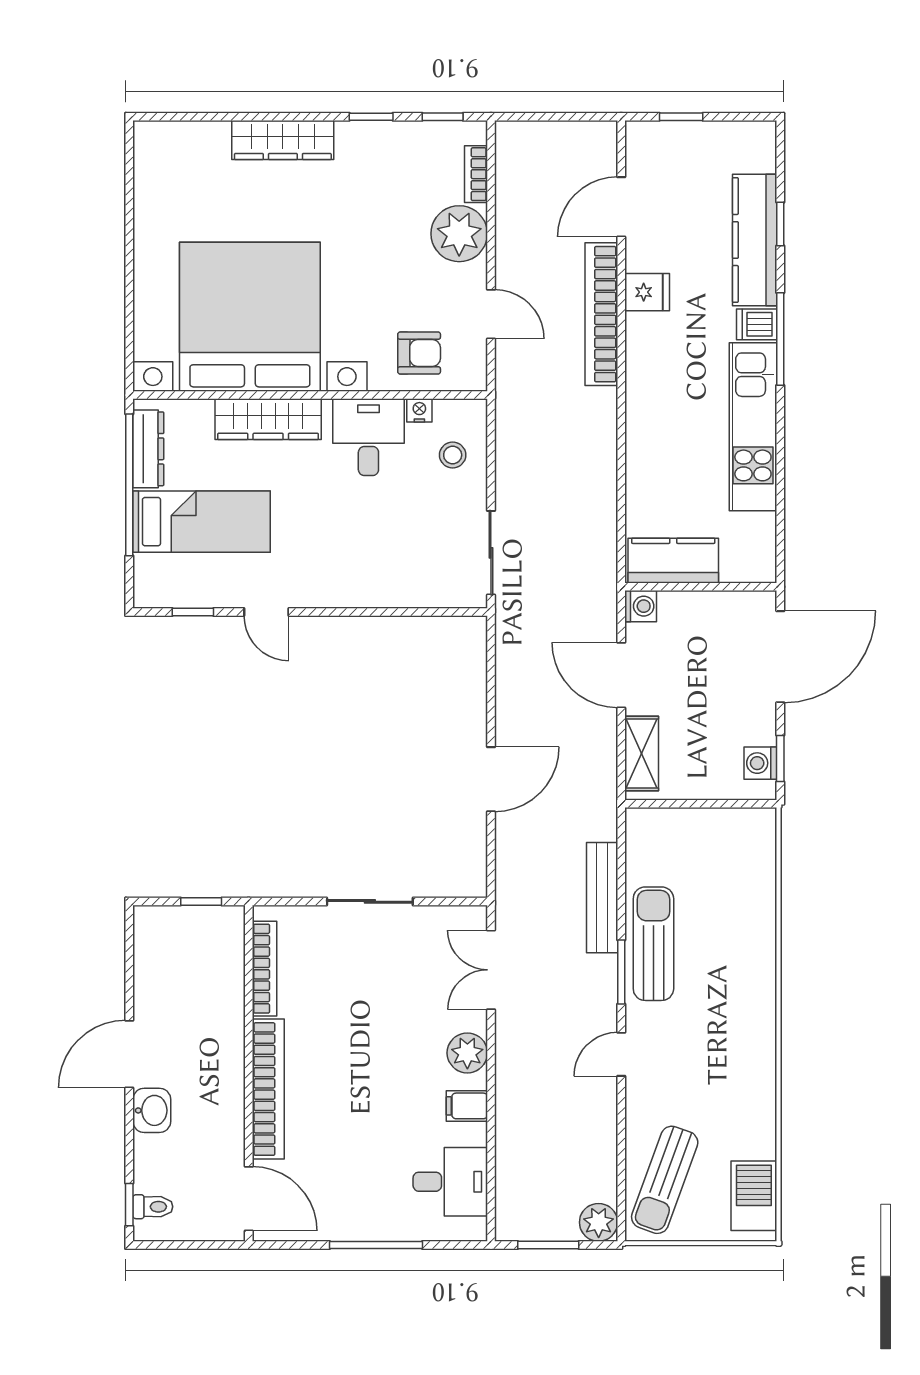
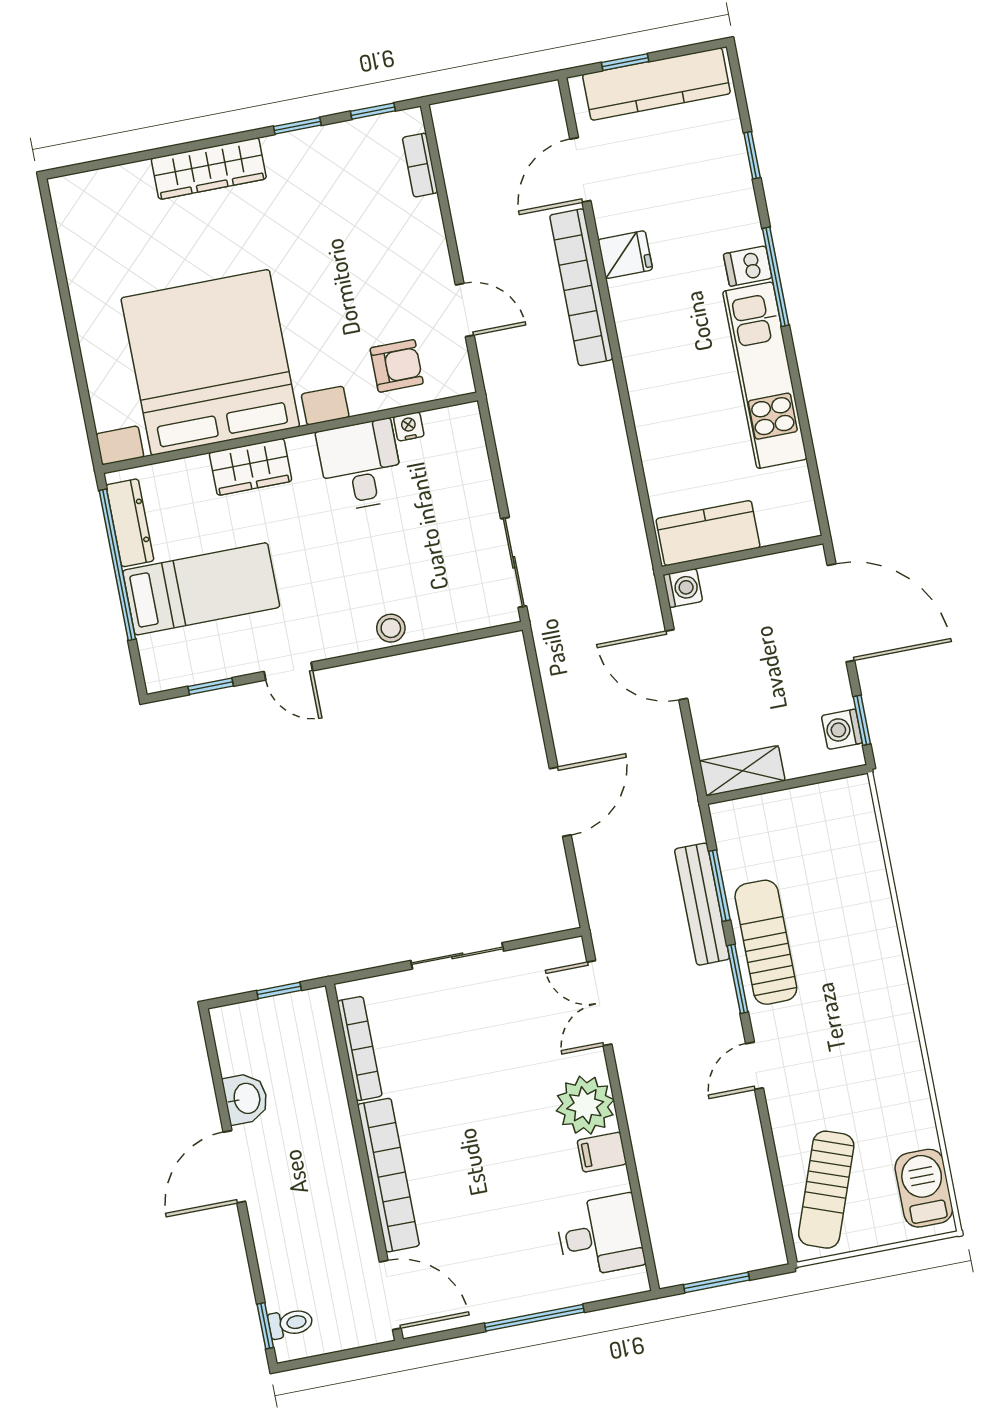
plant: (459, 234) -> (415, 231), removed
kitchen counter: (755, 240) -> (656, 84), moved, turned -90
wardrobe: (268, 419) -> (251, 467), width x0.67
stool: (453, 455) -> (391, 628), moved
door: (780, 657) -> (841, 613), hinge flipped
shelving: (642, 753) -> (742, 771), moved, turned 90
window: (621, 884) -> (719, 886), added
plant: (467, 1053) -> (585, 1105), width x1.36, depth x1.36
washbasin: (152, 1110) -> (246, 1099), moved
plant: (599, 1222) -> (765, 1248), removed

